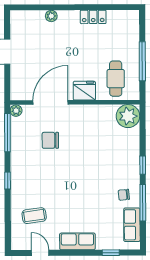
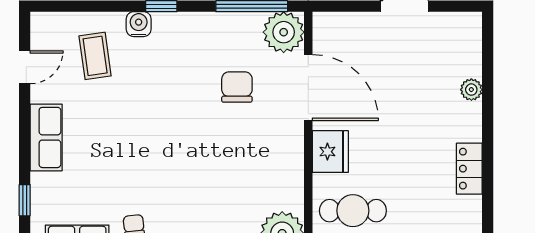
plant: (16, 111) -> (284, 32), width x1.88, depth x1.88
water cooler: (17, 193) -> (139, 24), added

